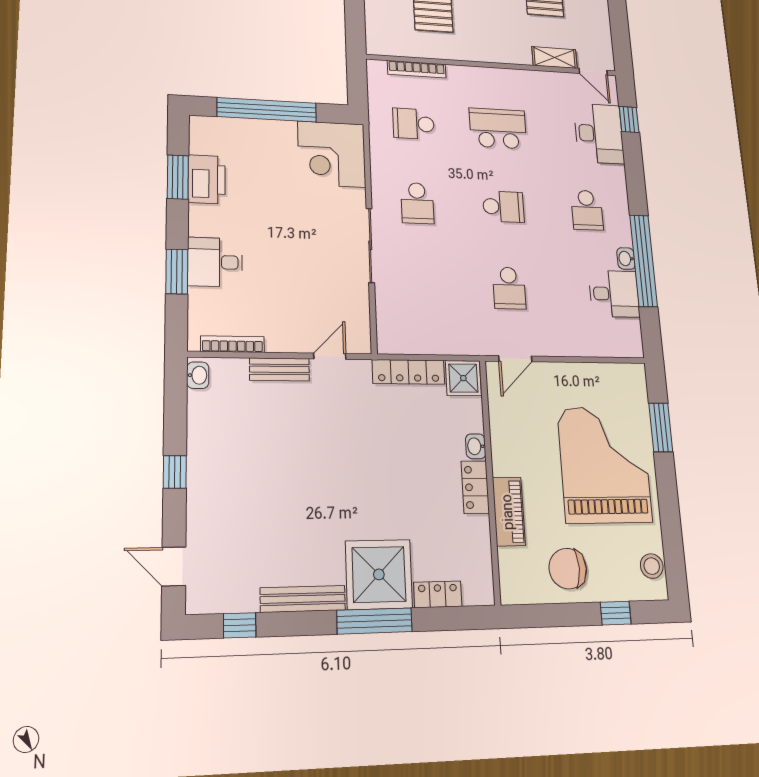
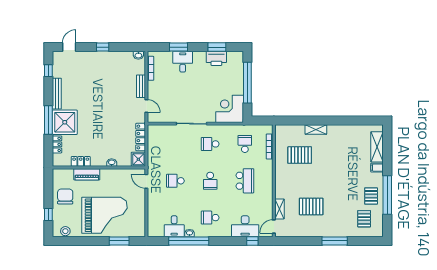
locker: (475, 487) -> (81, 161), moved

